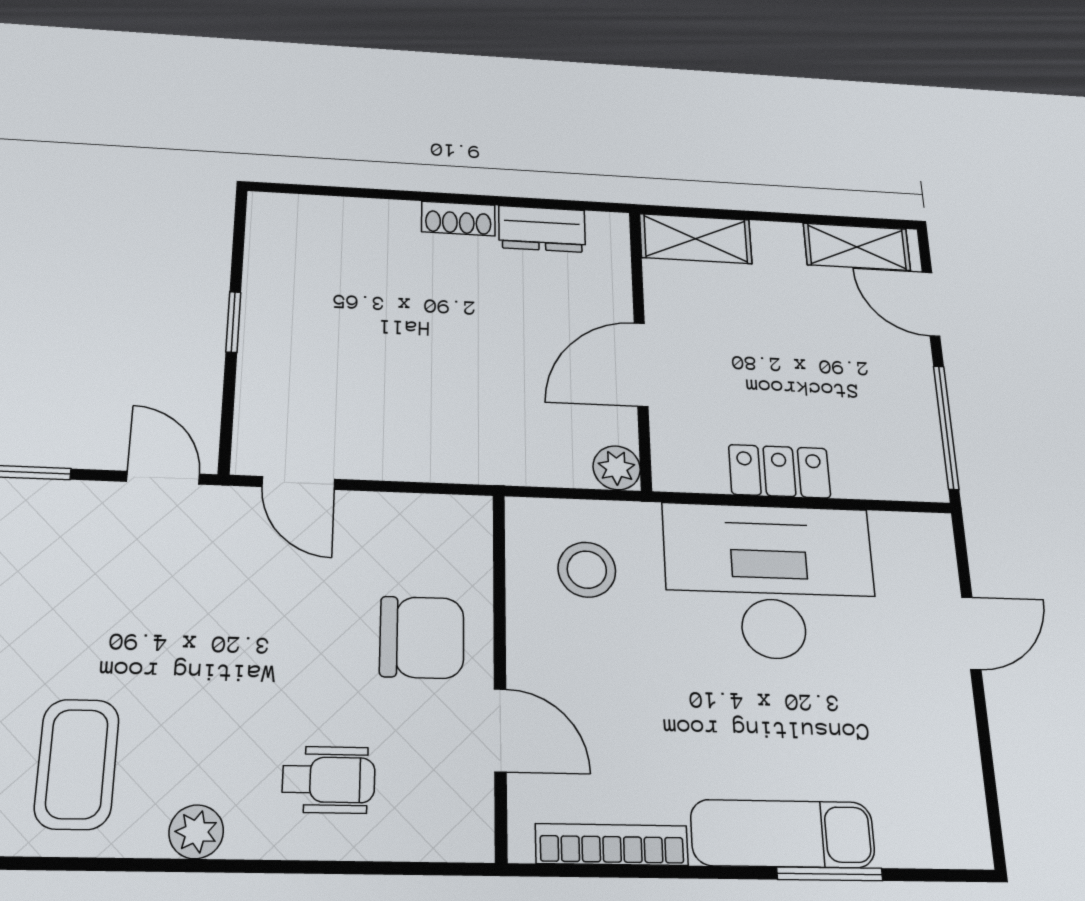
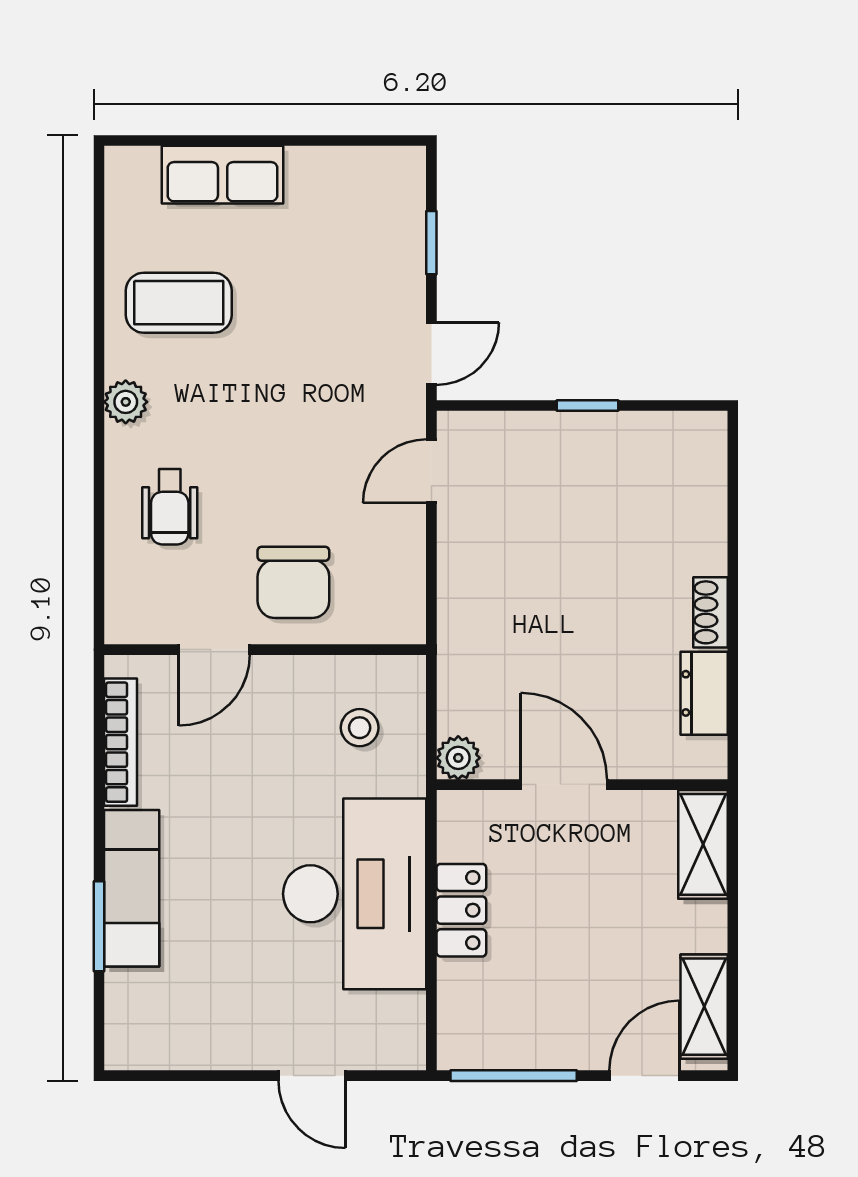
stool: (587, 570) -> (360, 728), width x0.73, depth x0.73

